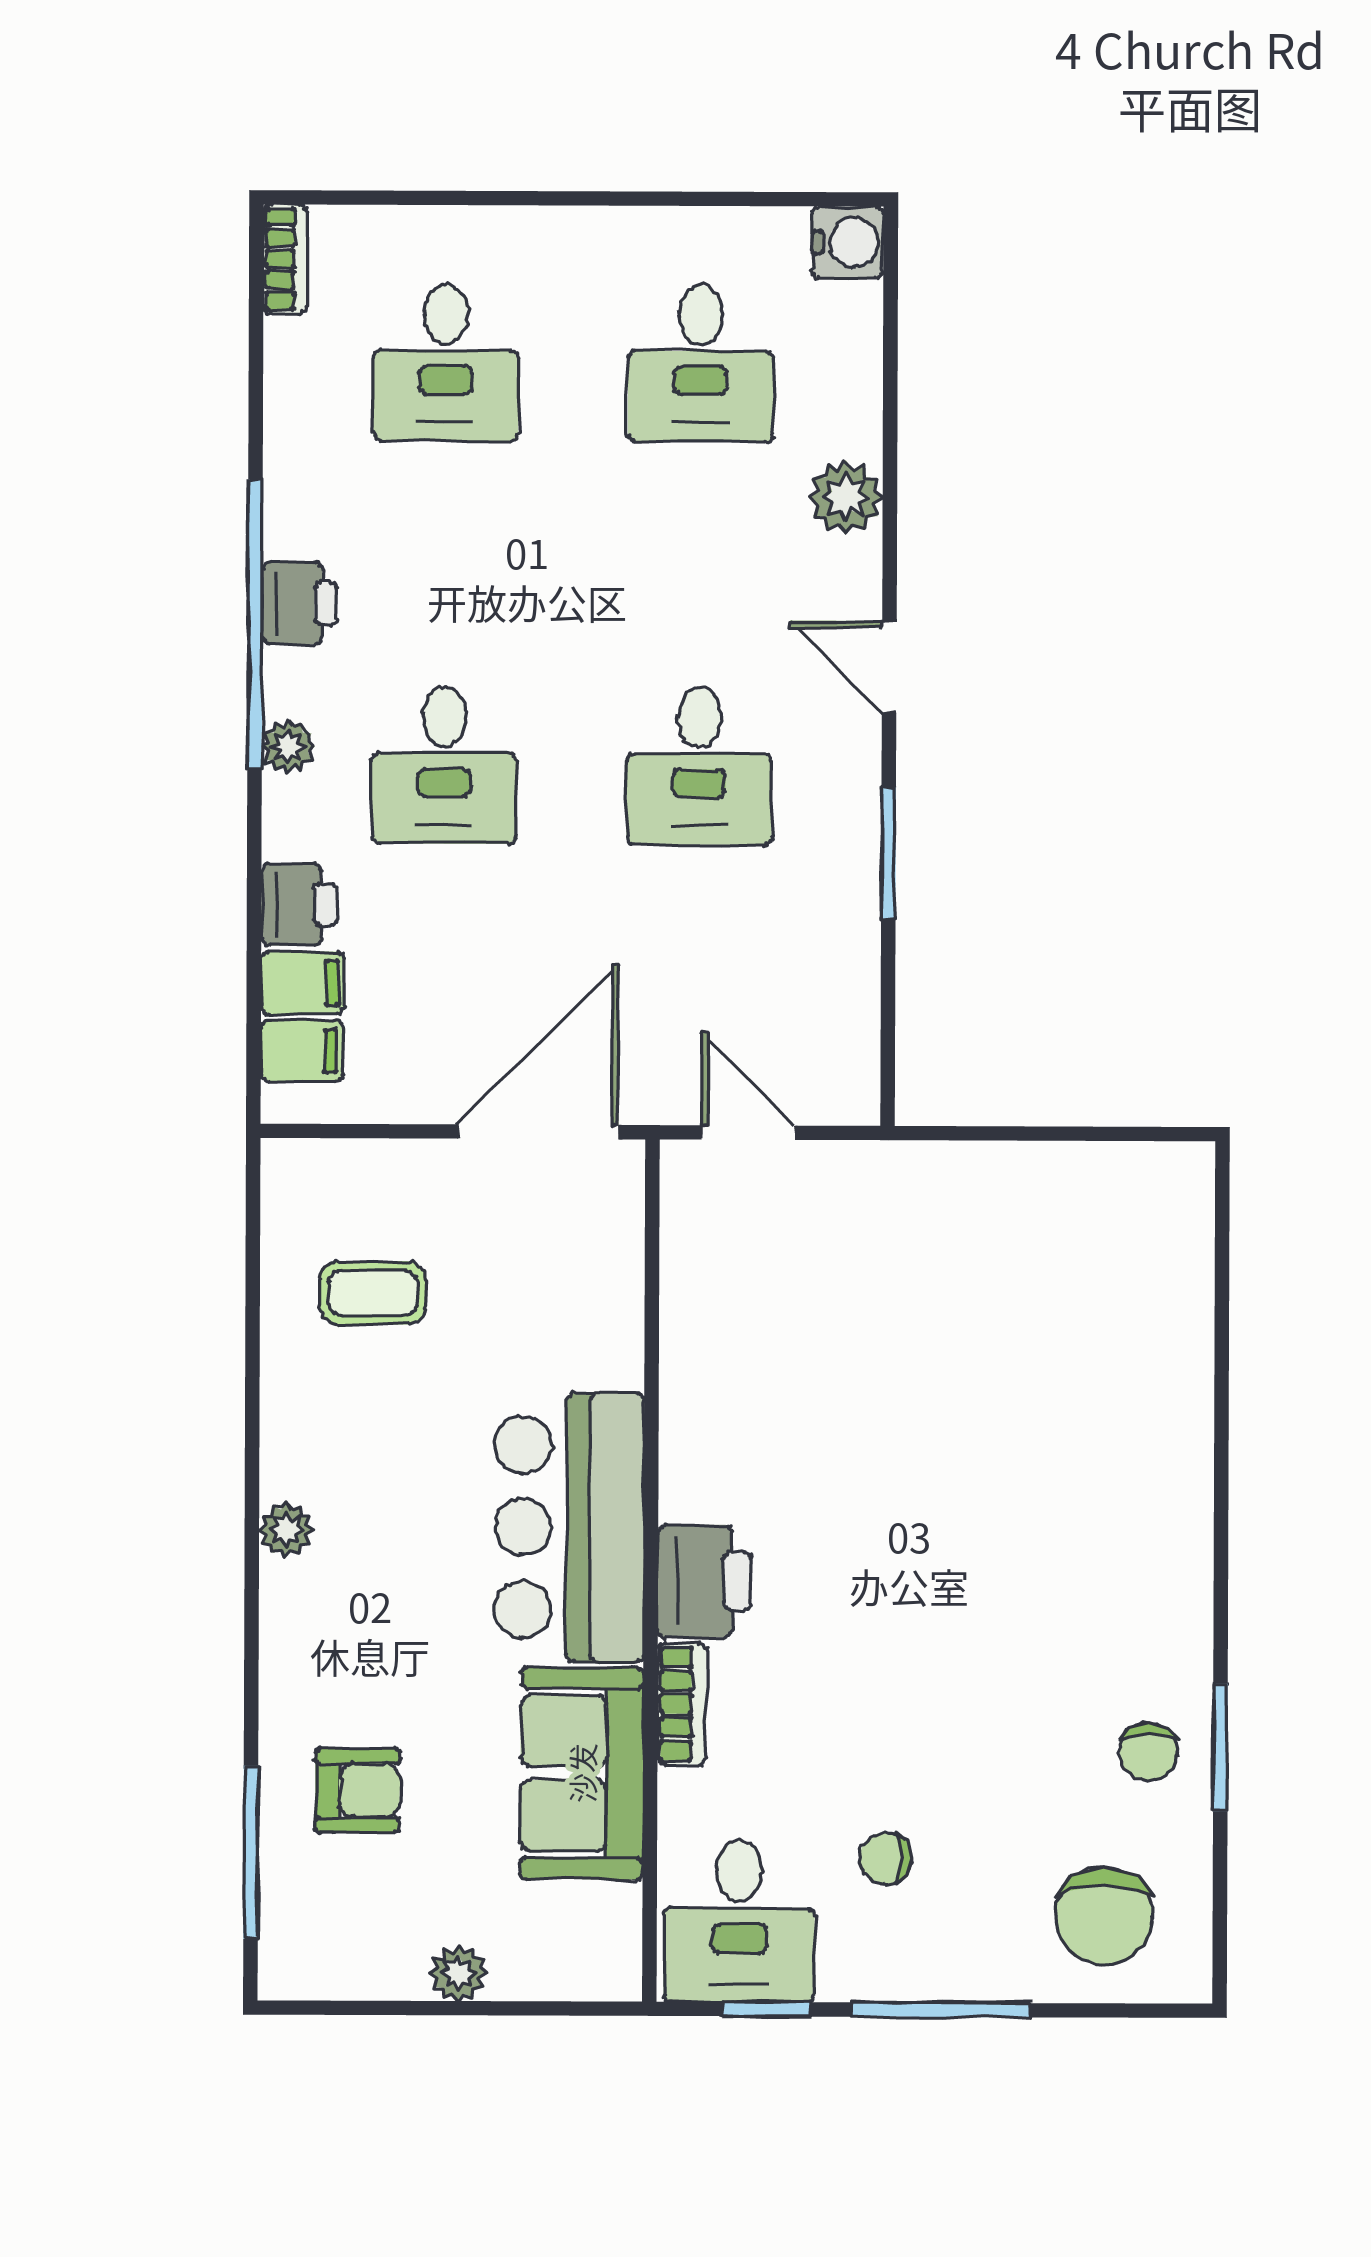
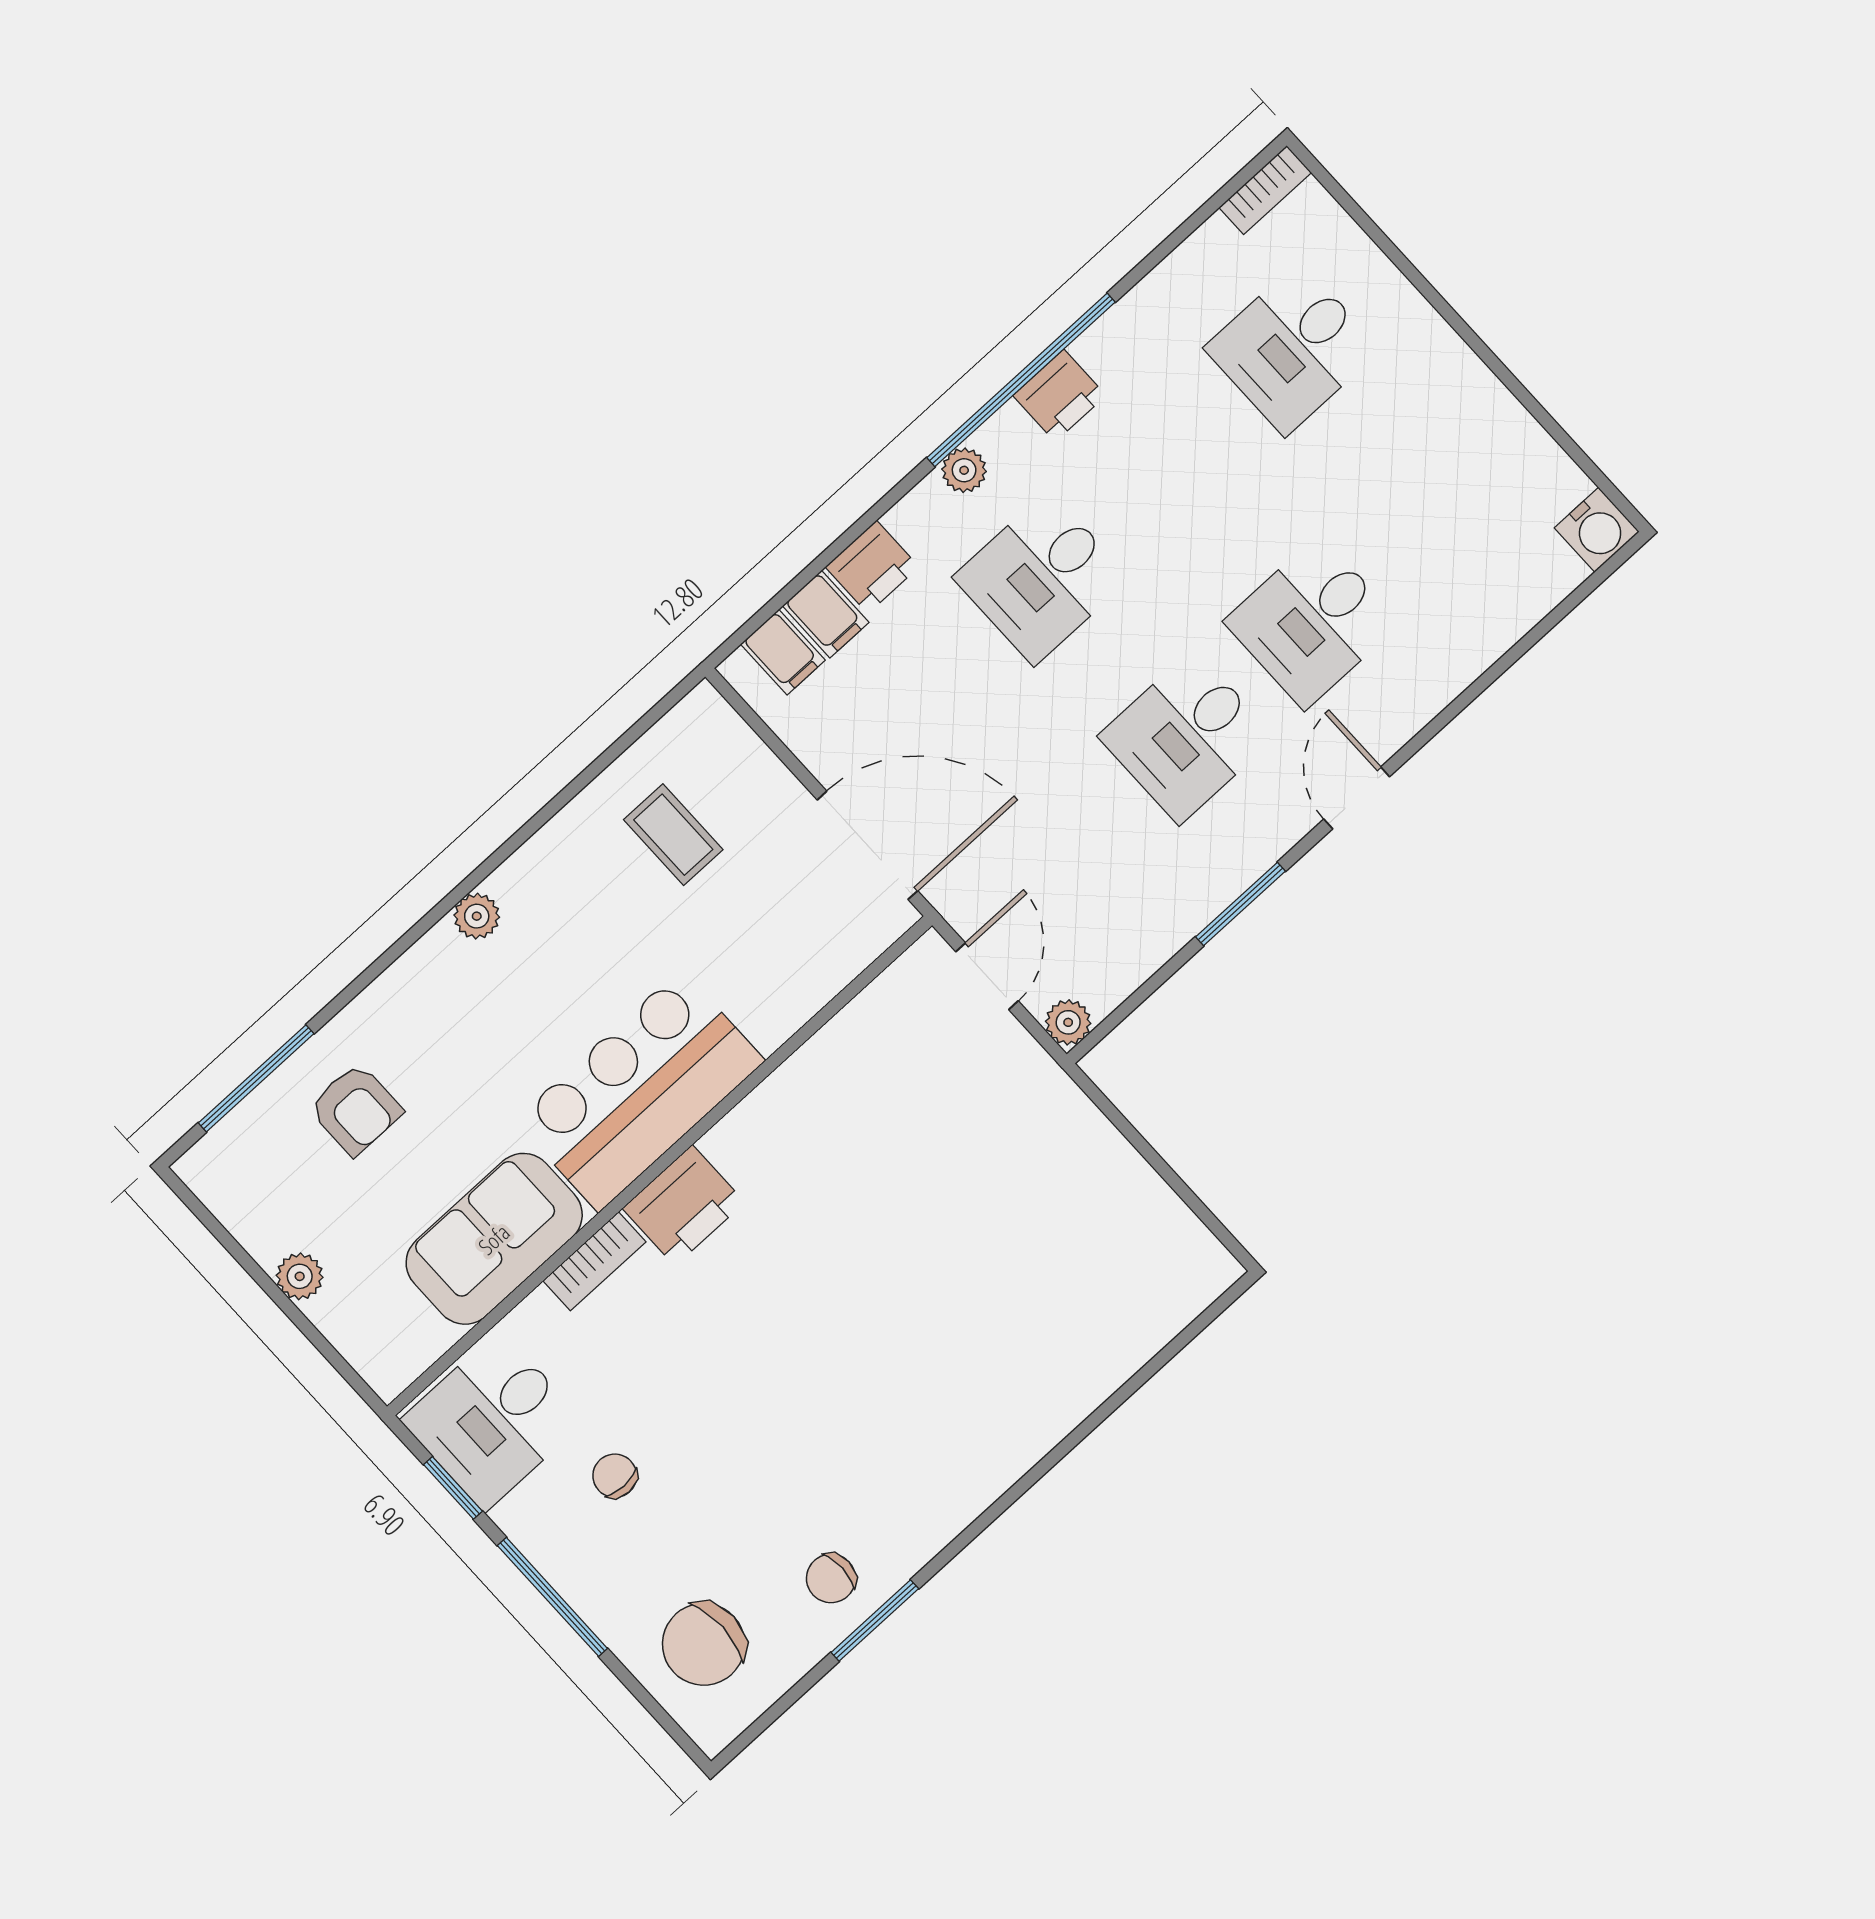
desk: (701, 364) -> (1312, 622), moved
plant: (846, 497) -> (1068, 1022), moved, width x0.73, depth x0.73

